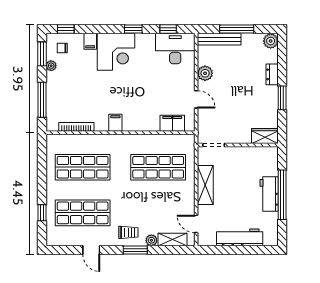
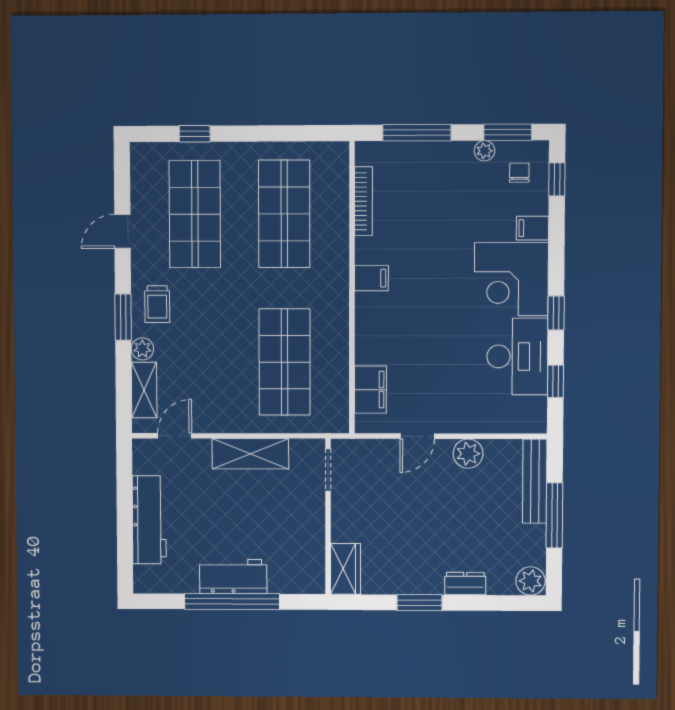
desk: (175, 48) -> (517, 356), moved

